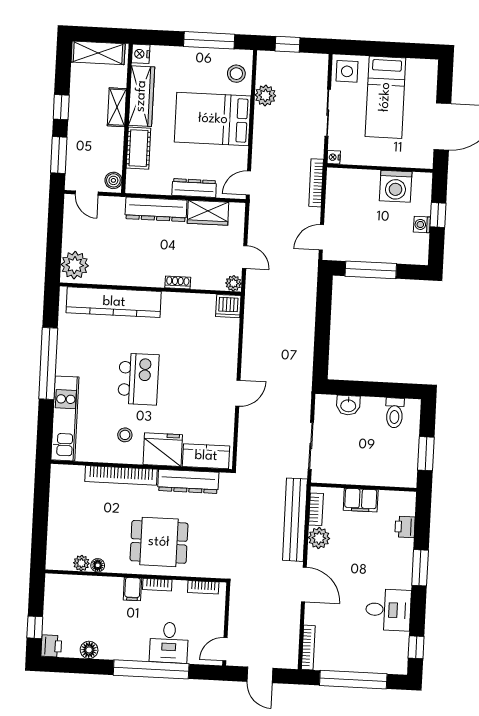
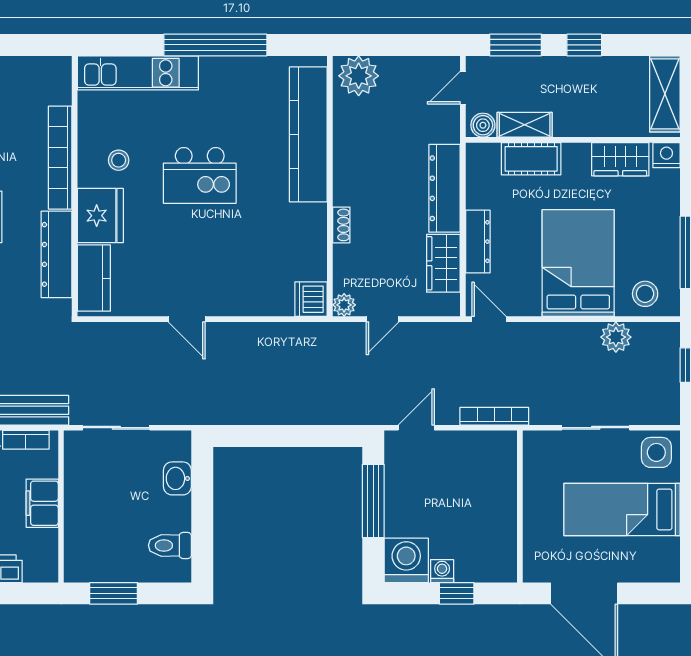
wardrobe: (141, 96) -> (620, 159), width x0.67
shelving: (117, 107) -> (525, 125), moved
nightstand: (334, 157) -> (532, 440), removed
washing machine: (396, 186) -> (406, 560), moved, turned 90
door: (321, 237) -> (416, 428), hinge flipped

